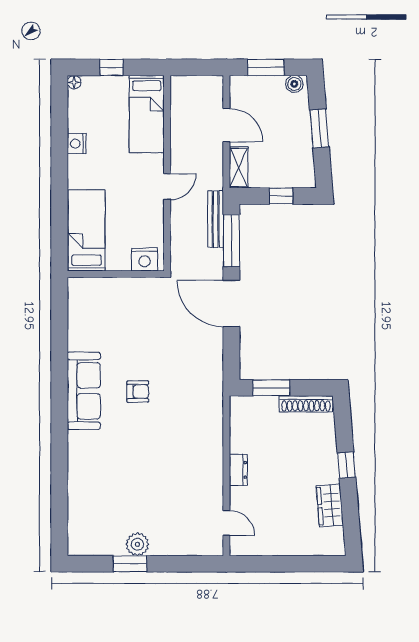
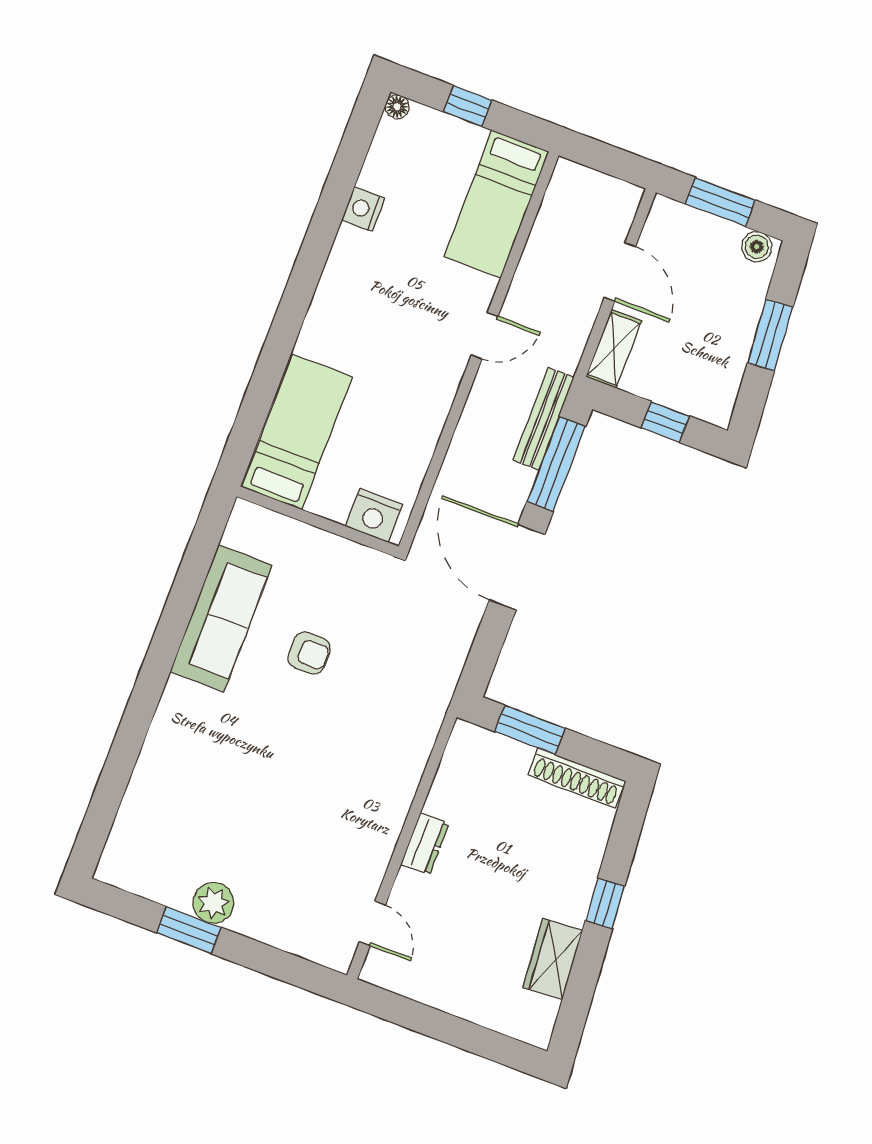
bed: (87, 230) -> (297, 432), moved
nightstand: (145, 259) -> (374, 515), moved
wall: (116, 274) -> (318, 521), moved

